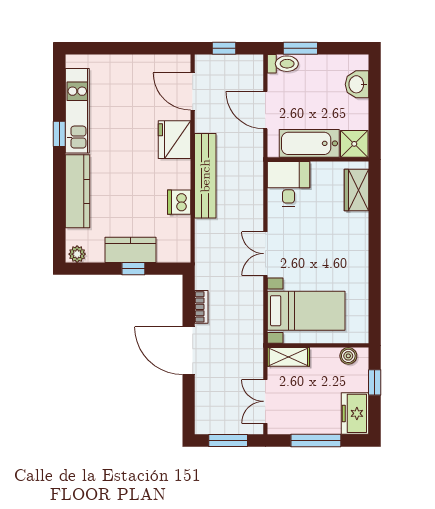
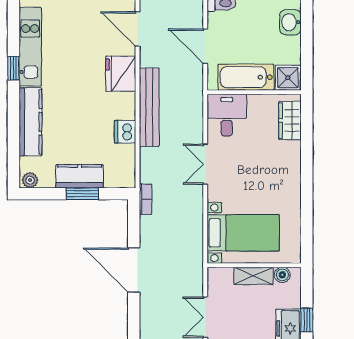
double door: (265, 254) -> (205, 164), moved
window: (133, 269) -> (82, 194), width x1.50
bookcase: (201, 307) -> (146, 199), moved
shelving: (288, 357) -> (254, 276), moved
window: (375, 382) -> (307, 320), moved

